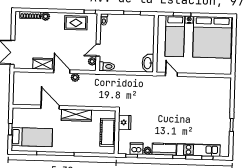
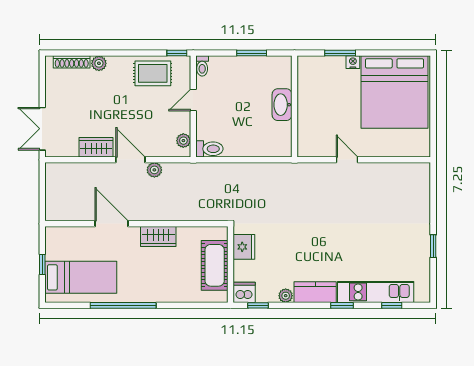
bed: (175, 36) -> (328, 92), removed
door: (98, 50) -> (193, 100), moved
washbasin: (148, 63) -> (282, 105), moved
door: (171, 74) -> (347, 160), moved
wardrobe: (76, 115) -> (158, 237), width x0.67
dishwasher: (137, 149) -> (244, 292), moved

